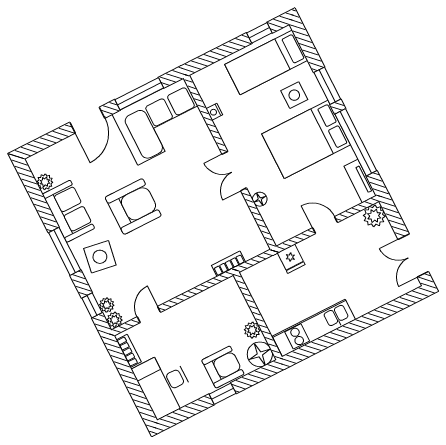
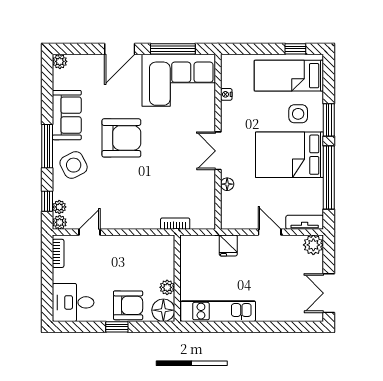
tv unit: (360, 181) -> (305, 222), moved, turned 90
plant: (45, 182) -> (60, 61), moved
side table: (100, 257) -> (74, 165), turned -36
desk: (164, 385) -> (73, 302), width x0.73

